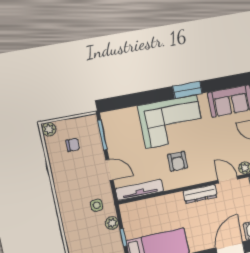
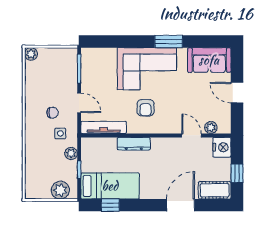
chair: (73, 145) -> (52, 113), moved
dresser: (200, 194) -> (134, 144), moved

